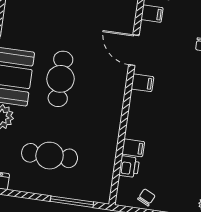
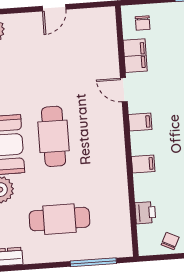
filing cabinet: (152, 14) -> (135, 56), width x2.00
door: (134, 50) -> (124, 90), width x0.73
filing cabinet: (133, 148) -> (143, 164), moved

